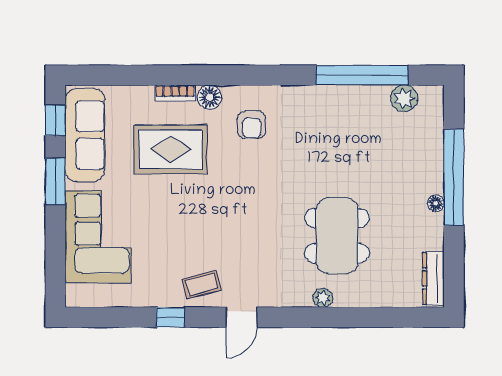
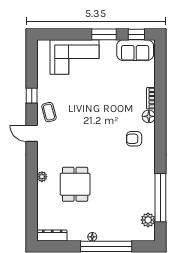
sofa: (85, 135) -> (135, 50), width x0.73
rug: (171, 149) -> (121, 96), removed
dining table: (337, 236) -> (75, 184), width x0.73

